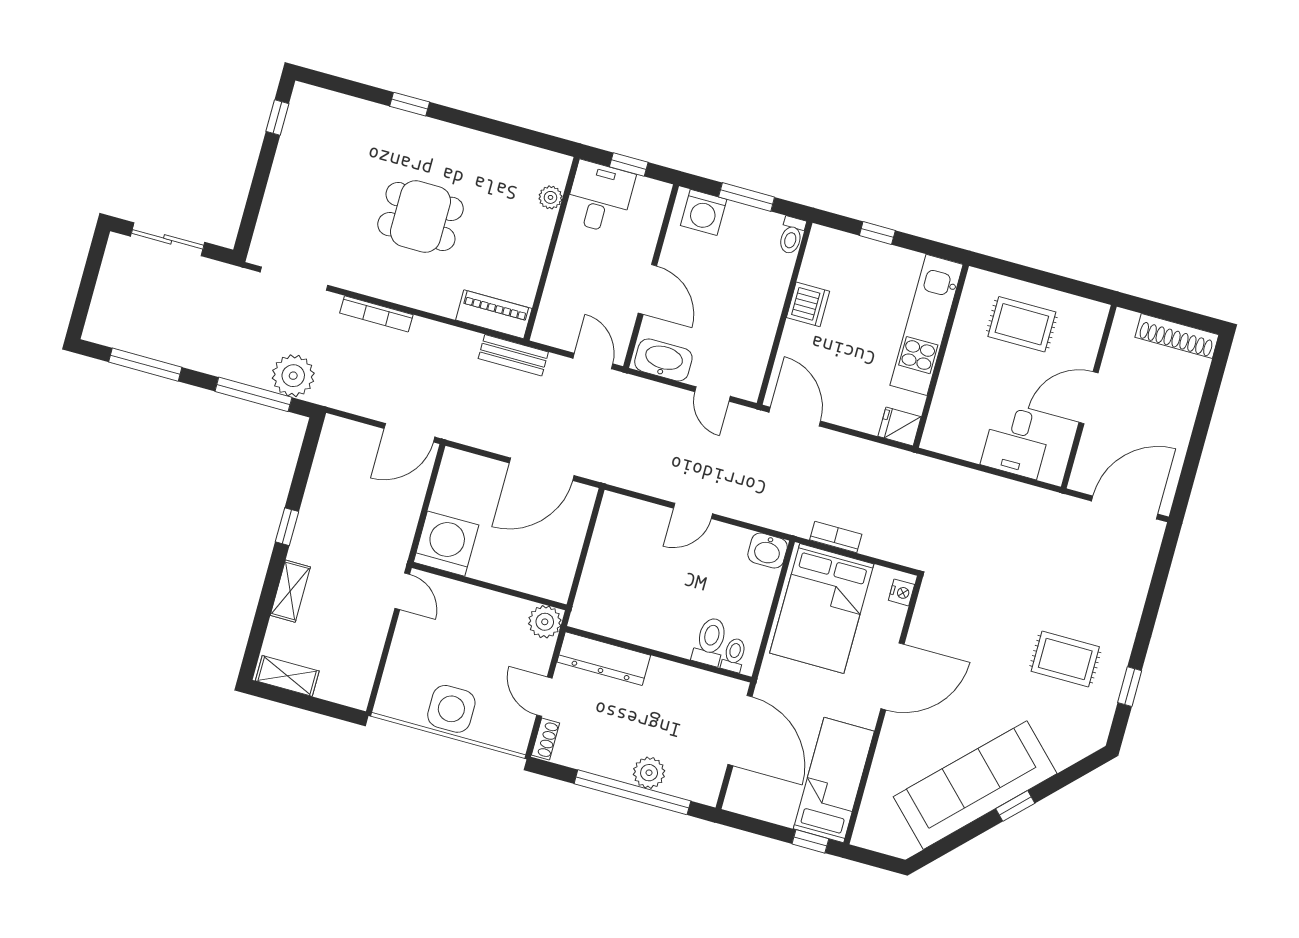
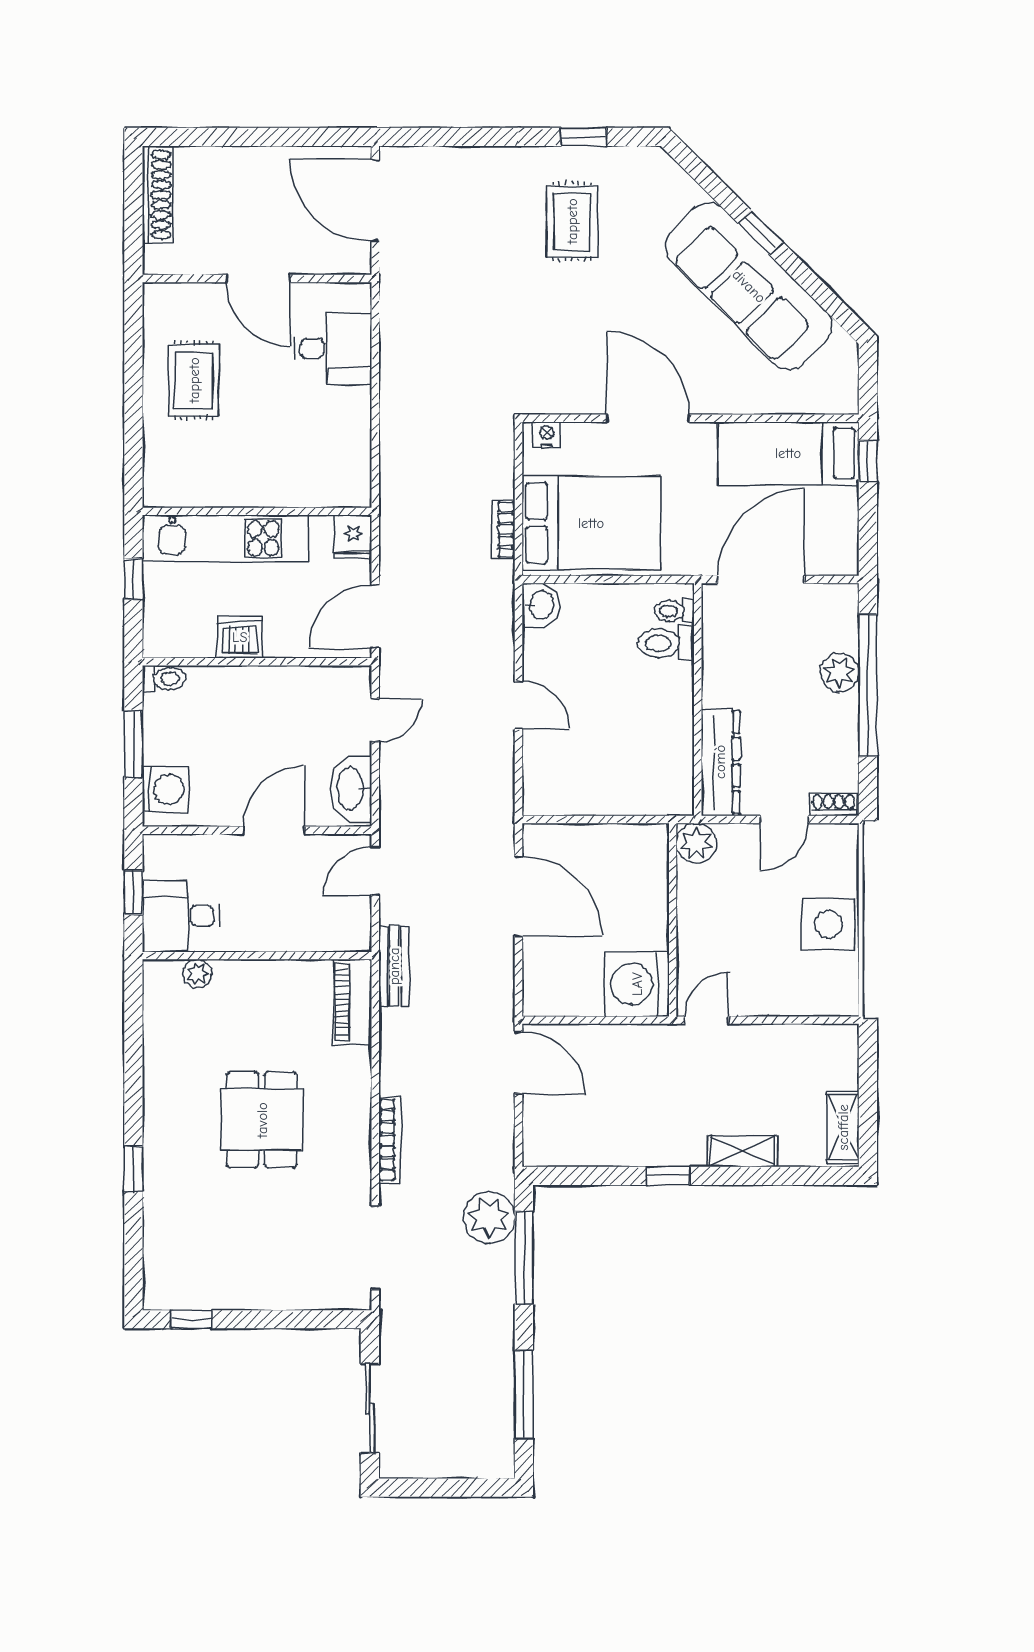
kitchen unit: (927, 325) -> (225, 538), moved
wall: (941, 356) -> (257, 511), moved
fridge: (900, 427) -> (353, 537), moved

